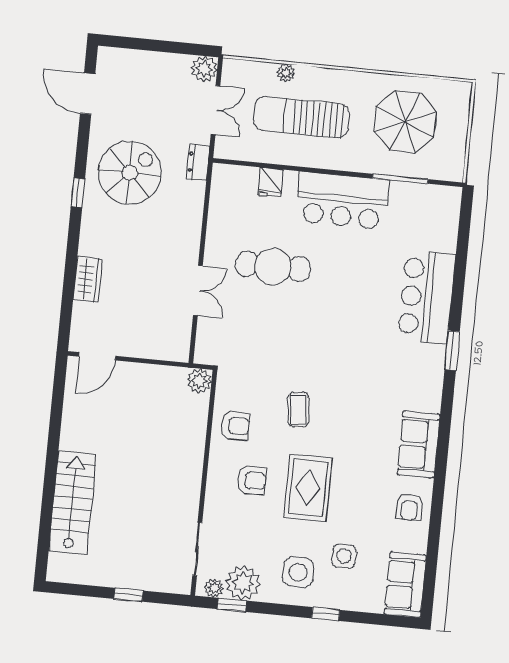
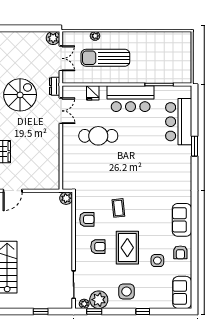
parasol: (405, 122) -> (159, 55), removed
double door: (198, 291) -> (61, 111), moved
bar counter: (427, 297) -> (179, 122), moved
window: (452, 351) -> (194, 146), moved
side table: (344, 556) -> (157, 261), moved

